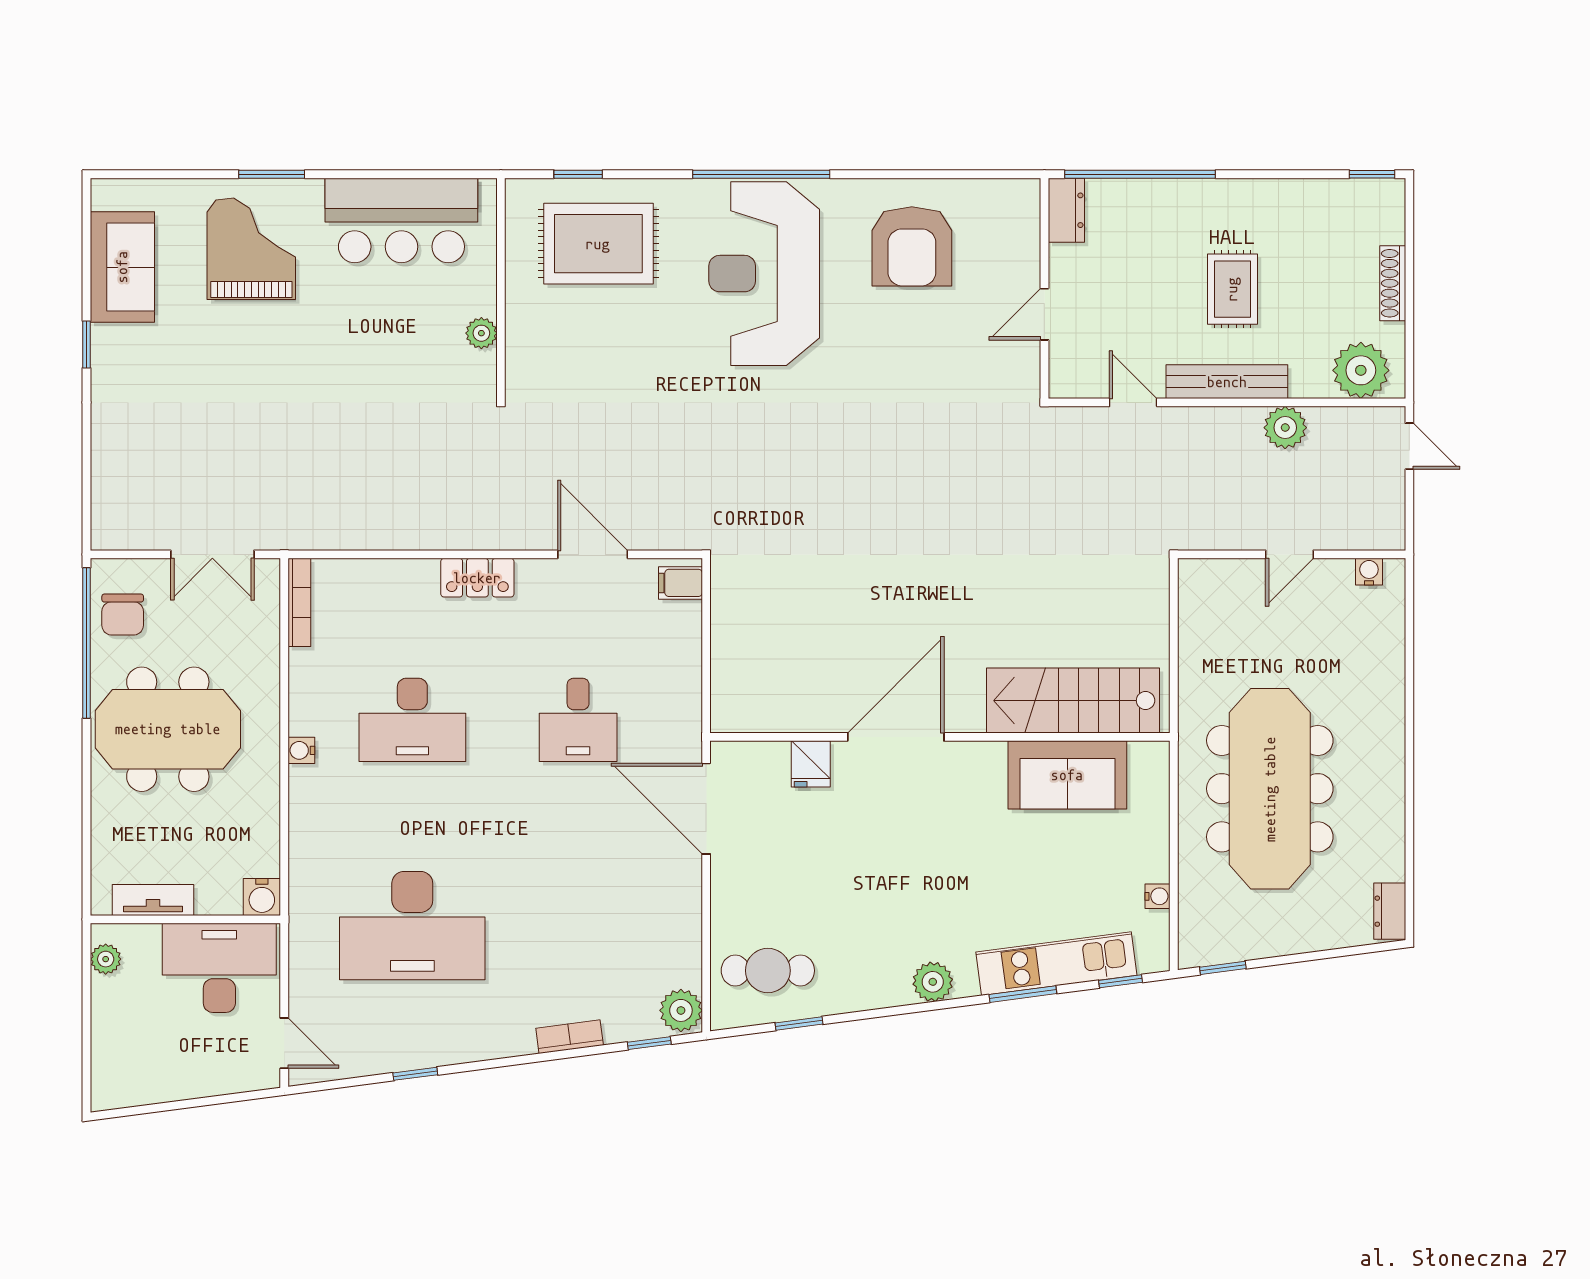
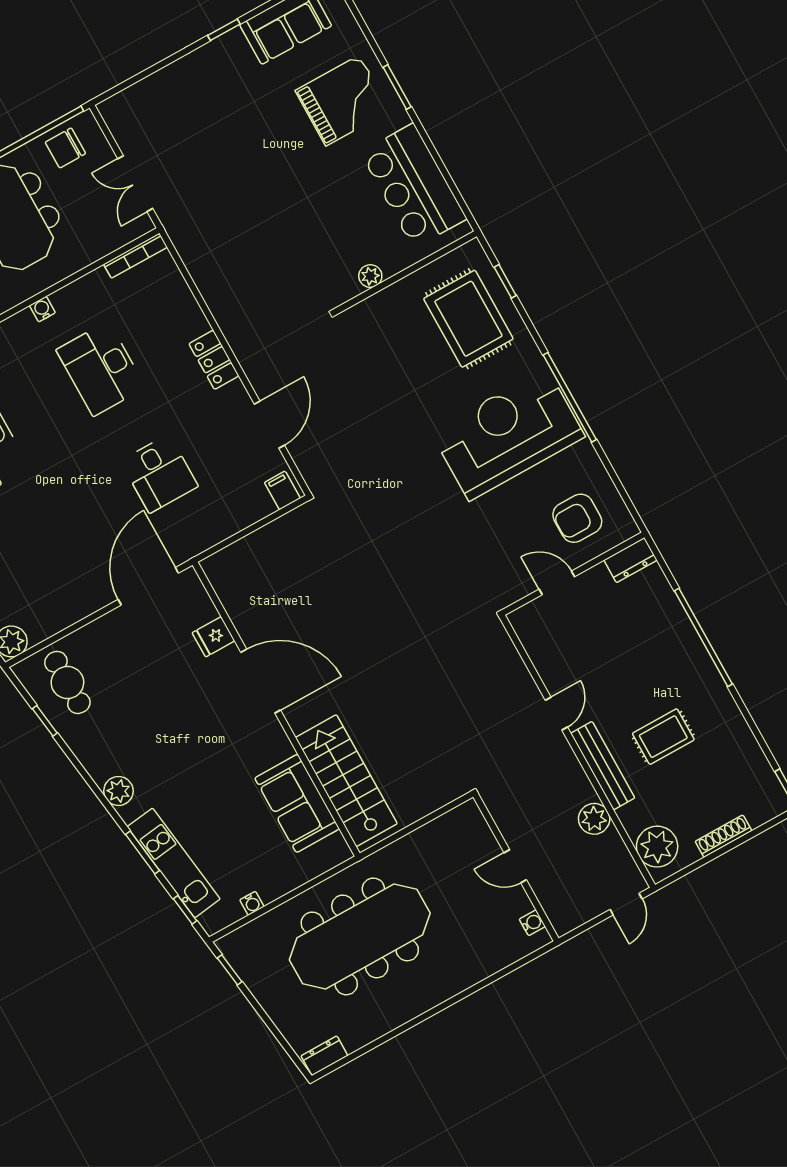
dresser: (1066, 210) -> (630, 560), moved
armchair: (912, 246) -> (577, 518), width x0.73, depth x0.73
wall: (1044, 288) -> (573, 574), moved
door: (1044, 314) -> (557, 583), moved
desk: (578, 720) -> (159, 474), turned -90

